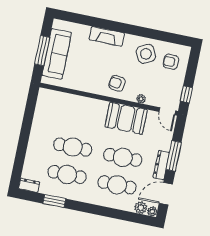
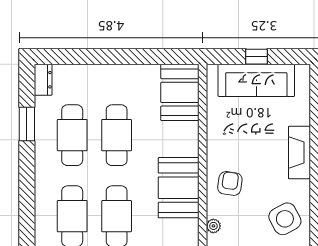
window: (42, 51) -> (257, 57), width x0.46
booth: (54, 103) -> (180, 92), added
booth: (126, 118) -> (179, 188), moved

